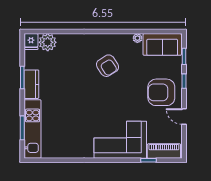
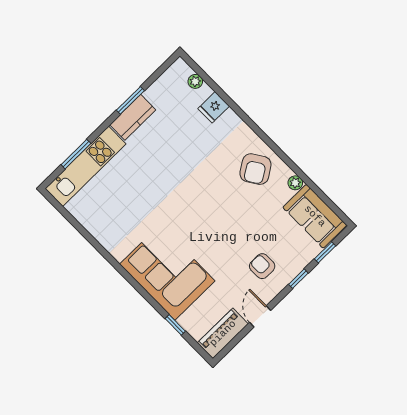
fridge: (31, 42) -> (214, 107), moved
plant: (48, 42) -> (195, 81), width x0.53, depth x0.53
armchair: (107, 66) -> (255, 169), moved
armchair: (161, 92) -> (262, 266), width x0.53, depth x0.53
piano: (164, 151) -> (223, 333), moved, turned -90

